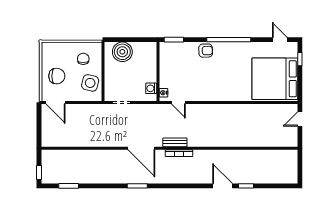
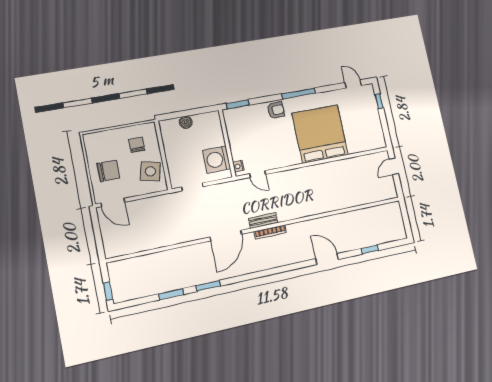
window: (229, 40) -> (299, 94), width x0.68
boiler: (122, 52) -> (186, 122), width x0.54, depth x0.54
bed: (275, 79) -> (320, 134), moved, turned 90
washing machine: (151, 88) -> (217, 160), width x1.89, depth x1.89
door: (141, 148) -> (226, 236), hinge flipped
window: (69, 186) -> (171, 294), moved
window: (137, 186) -> (208, 286), moved
window: (246, 186) -> (370, 249), moved

